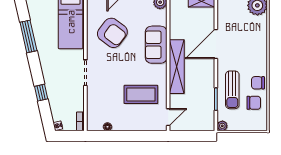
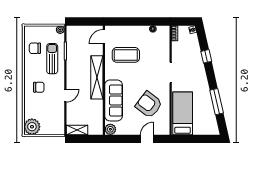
door: (216, 44) -> (65, 96), width x0.53
sofa: (156, 45) -> (114, 100), width x1.36
chair: (258, 83) -> (39, 87), moved

